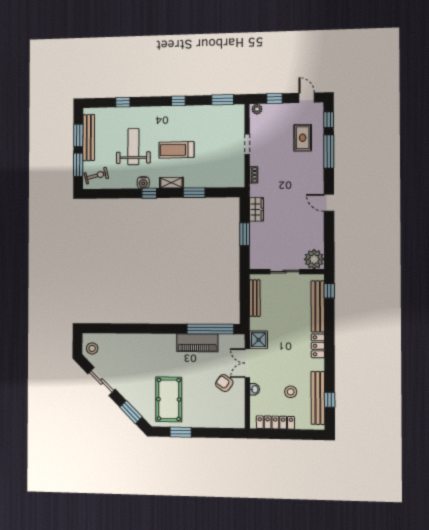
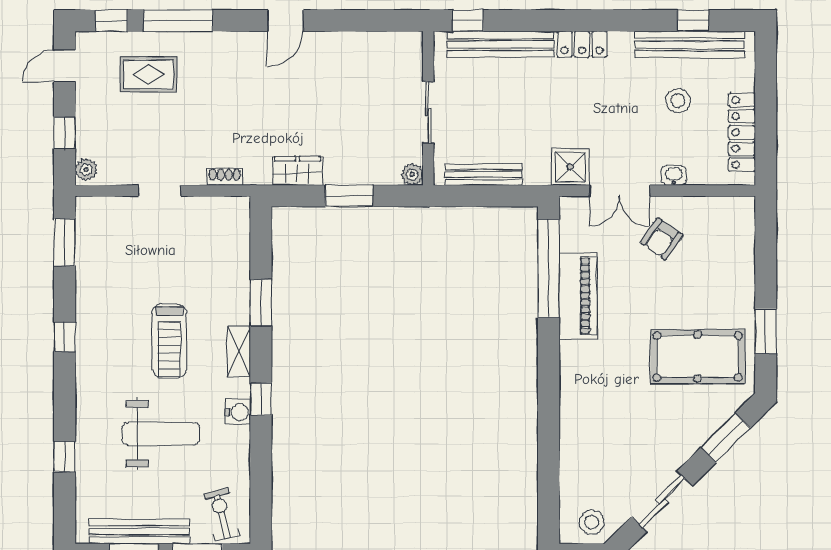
weight bench: (133, 147) -> (161, 434), turned 180
plant: (314, 259) -> (412, 174), moved, width x0.53, depth x0.53

